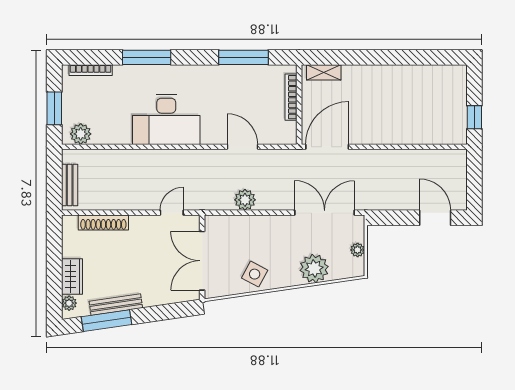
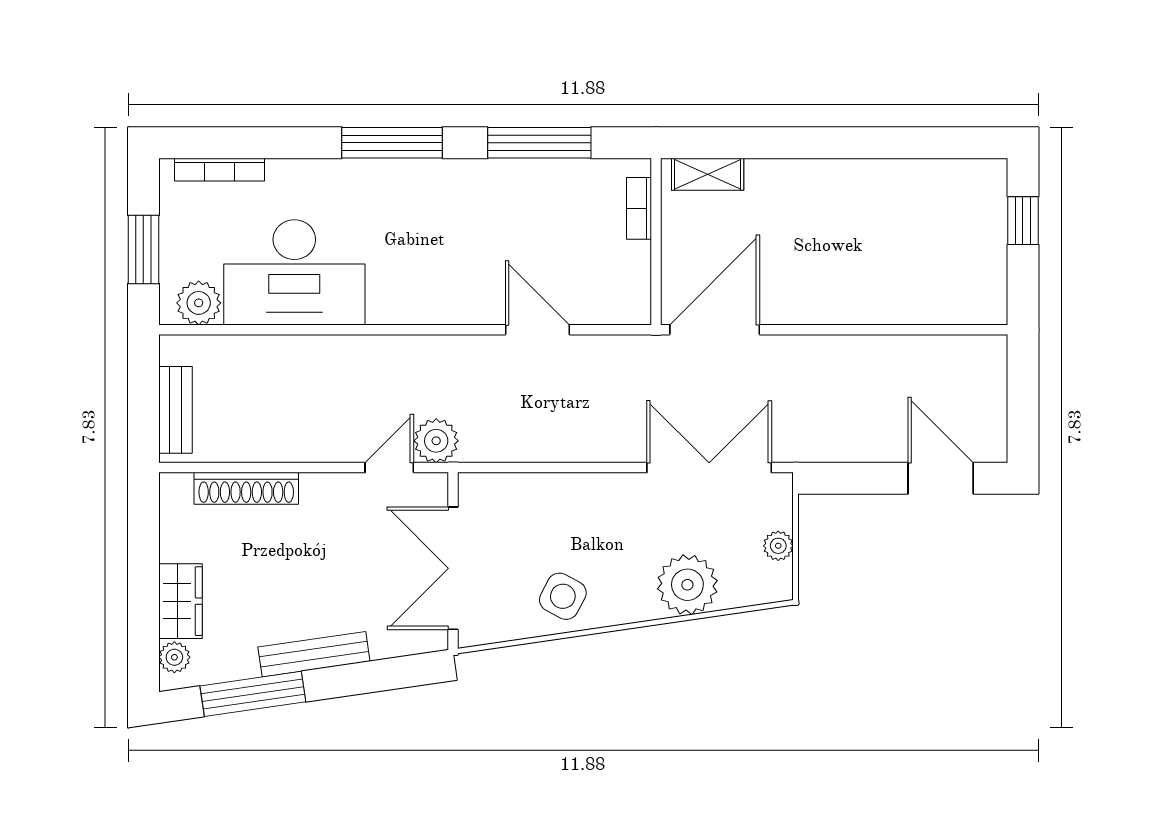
window: (147, 57) -> (392, 143), moved
bookcase: (291, 97) -> (639, 208), width x0.64
window: (474, 117) -> (1023, 221), moved
desk: (166, 119) -> (294, 272), moved
plant: (245, 200) -> (436, 441), moved
bench: (116, 305) -> (314, 654), moved

